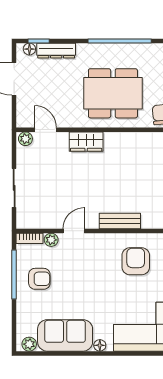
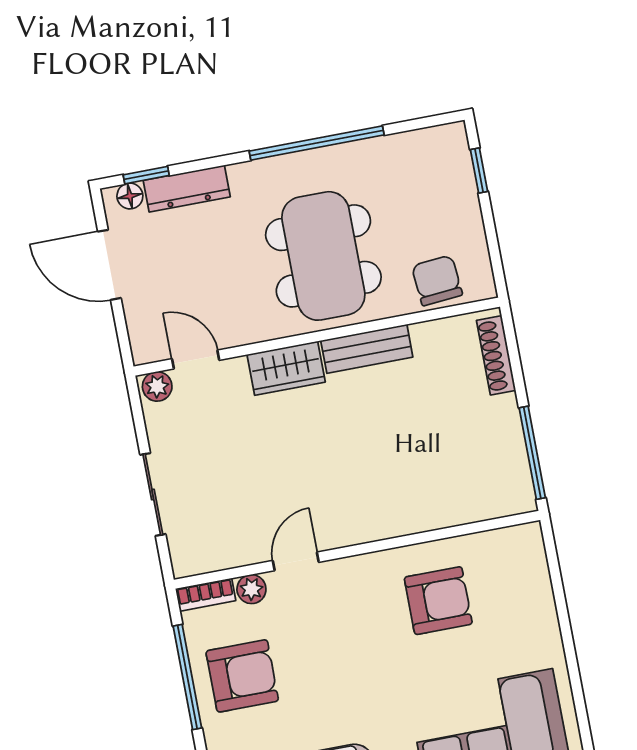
dining table: (113, 93) -> (323, 256), turned 90
bench: (120, 221) -> (367, 349), moved
armchair: (136, 261) -> (438, 601), turned 90
armchair: (39, 279) -> (242, 676), width x1.38, depth x1.38

